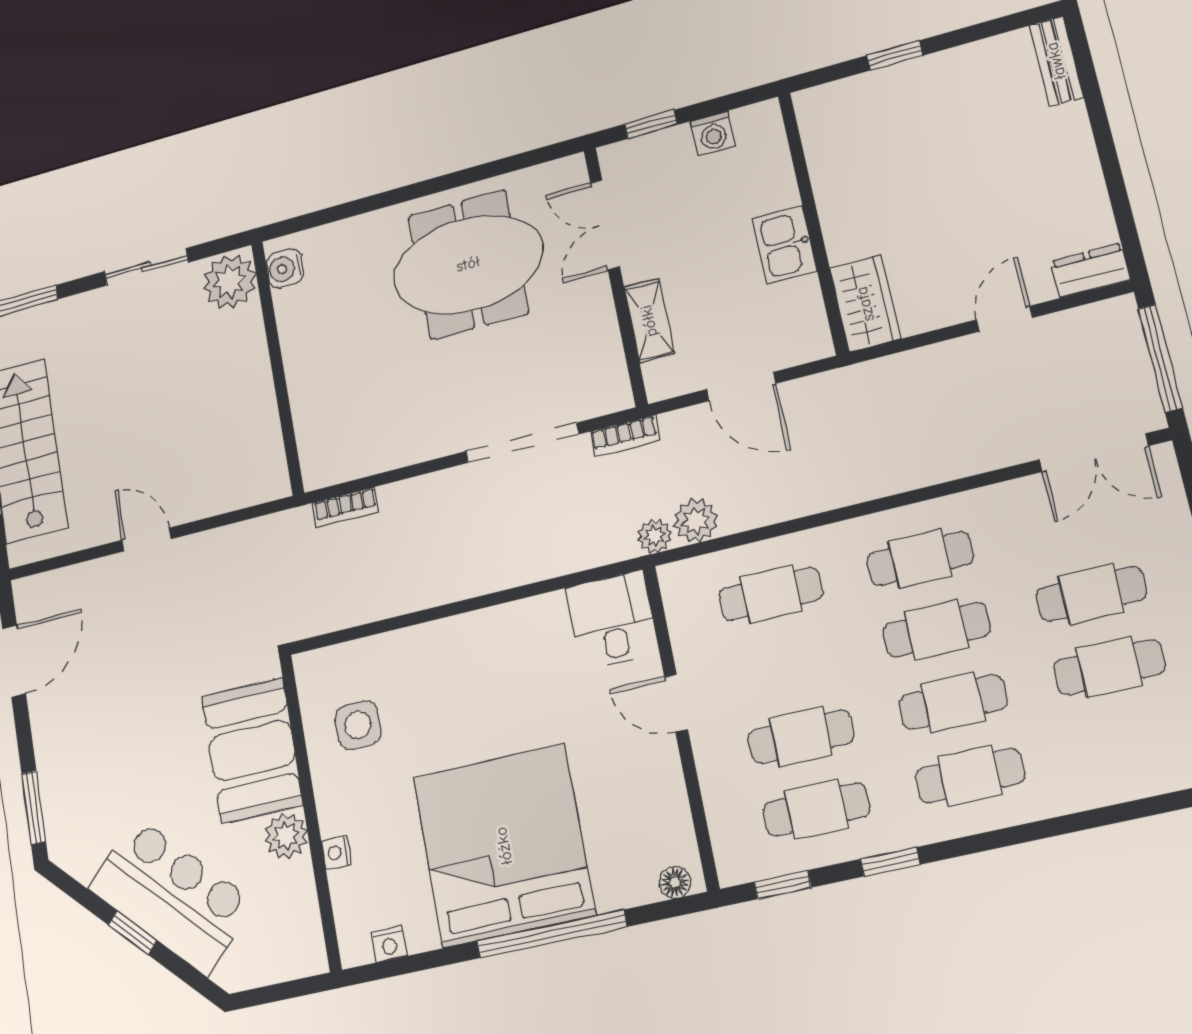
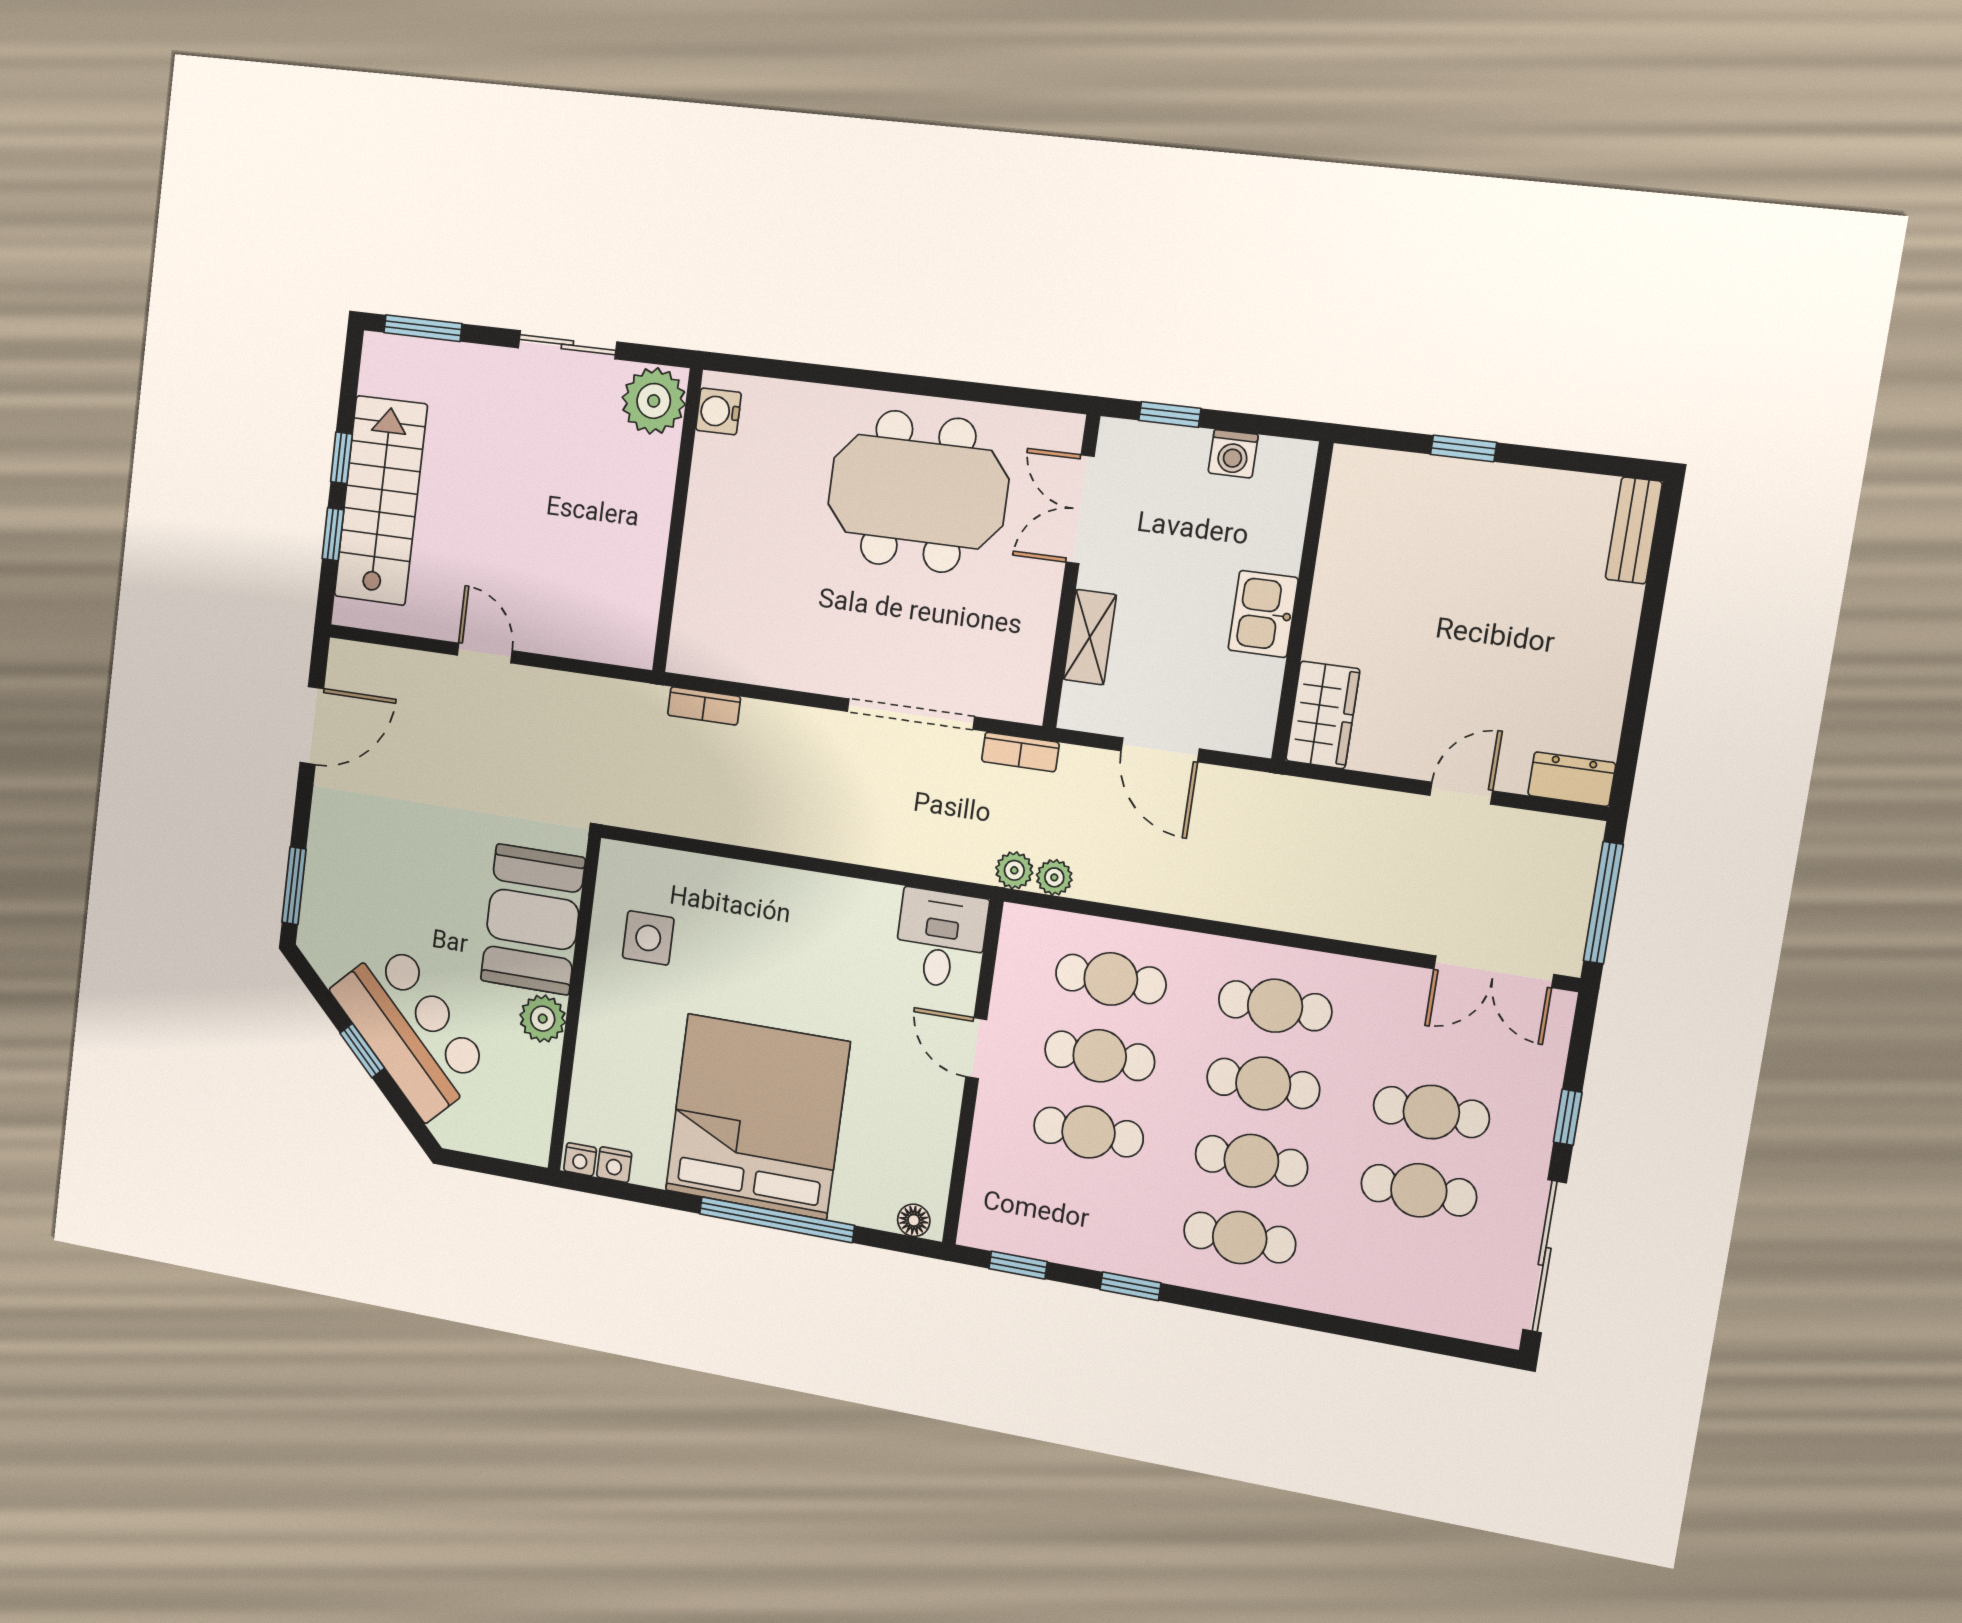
plant: (696, 521) -> (1054, 877), width x0.73, depth x0.73
cafe table: (816, 809) -> (1100, 1056), moved
nightstand: (337, 853) -> (580, 1159), moved, turned -90

